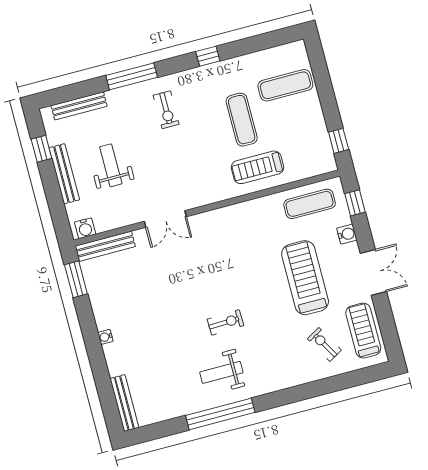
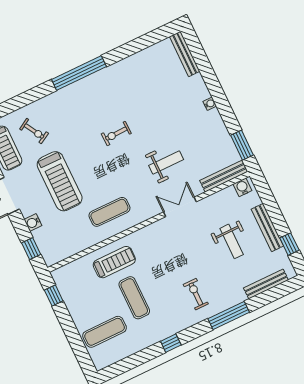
exercise mat: (310, 204) -> (109, 212), moved
weight bench: (221, 372) -> (166, 163), moved
window: (220, 414) -> (79, 73), moved

